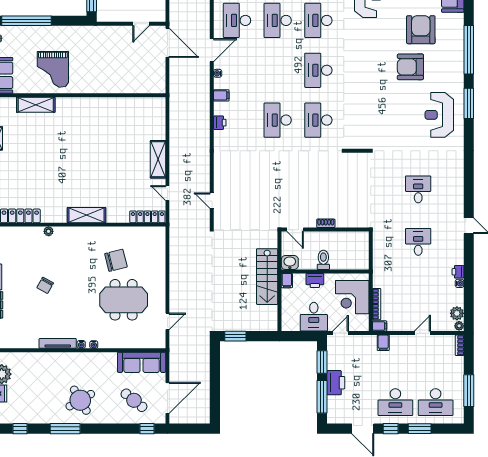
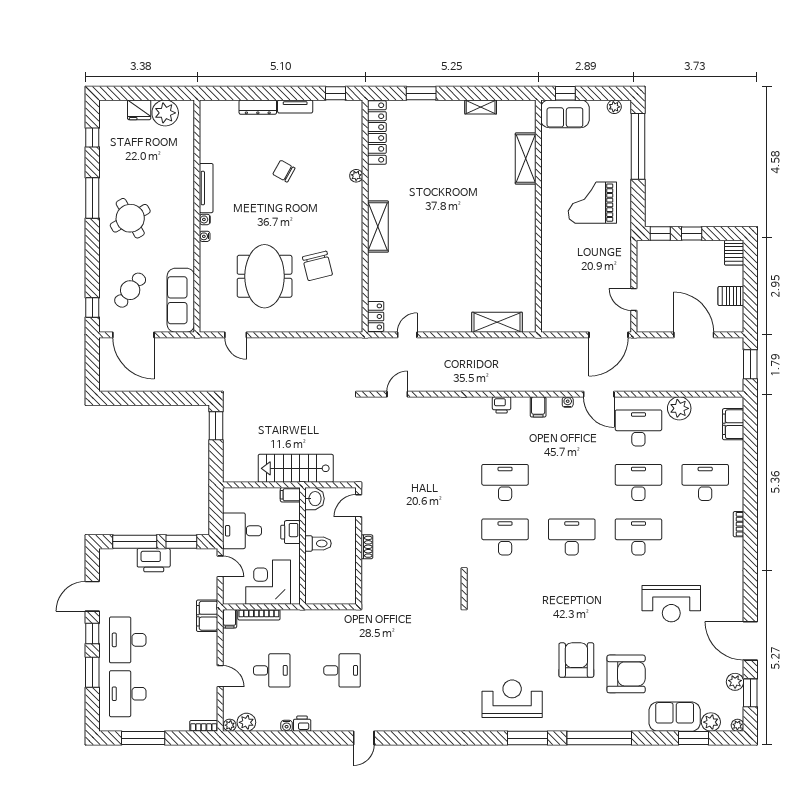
grand piano: (53, 69) -> (592, 203), moved
shelving: (158, 159) -> (497, 322), moved
desk: (418, 189) -> (272, 670), moved
locker: (147, 217) -> (376, 316), width x0.66
filing cabinet: (383, 343) -> (207, 616), width x2.00

